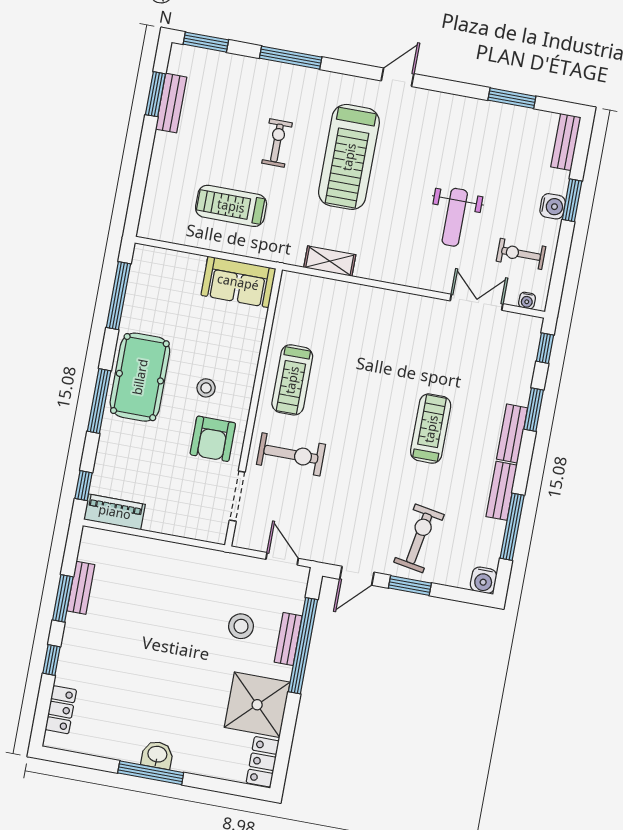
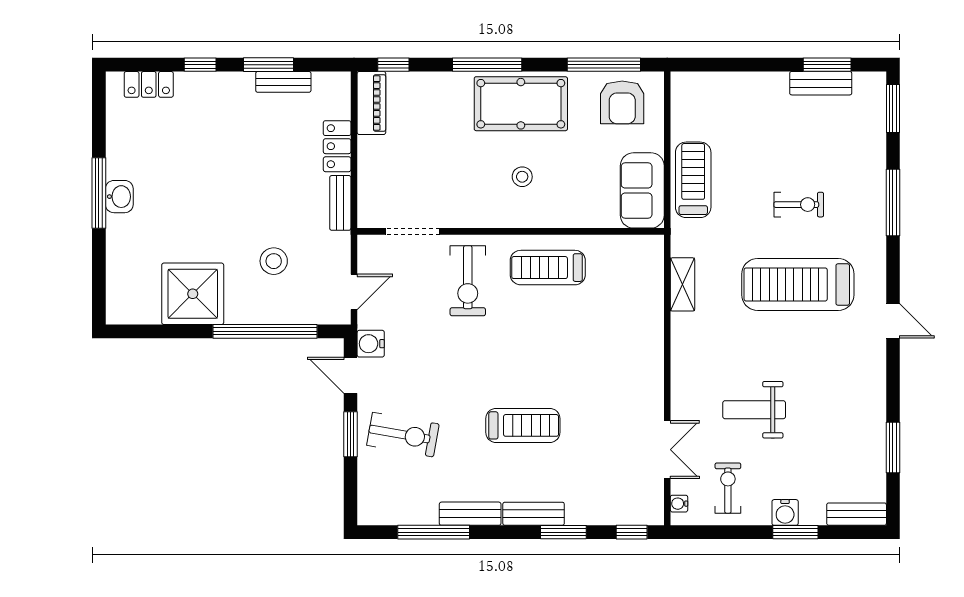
treadmill: (231, 206) -> (693, 180), moved
armchair: (213, 439) -> (622, 102), moved, turned -90
water cooler: (484, 580) -> (371, 344), moved
bench: (288, 639) -> (340, 203), moved, turned 90
locker: (263, 762) -> (337, 146), moved, turned -90

